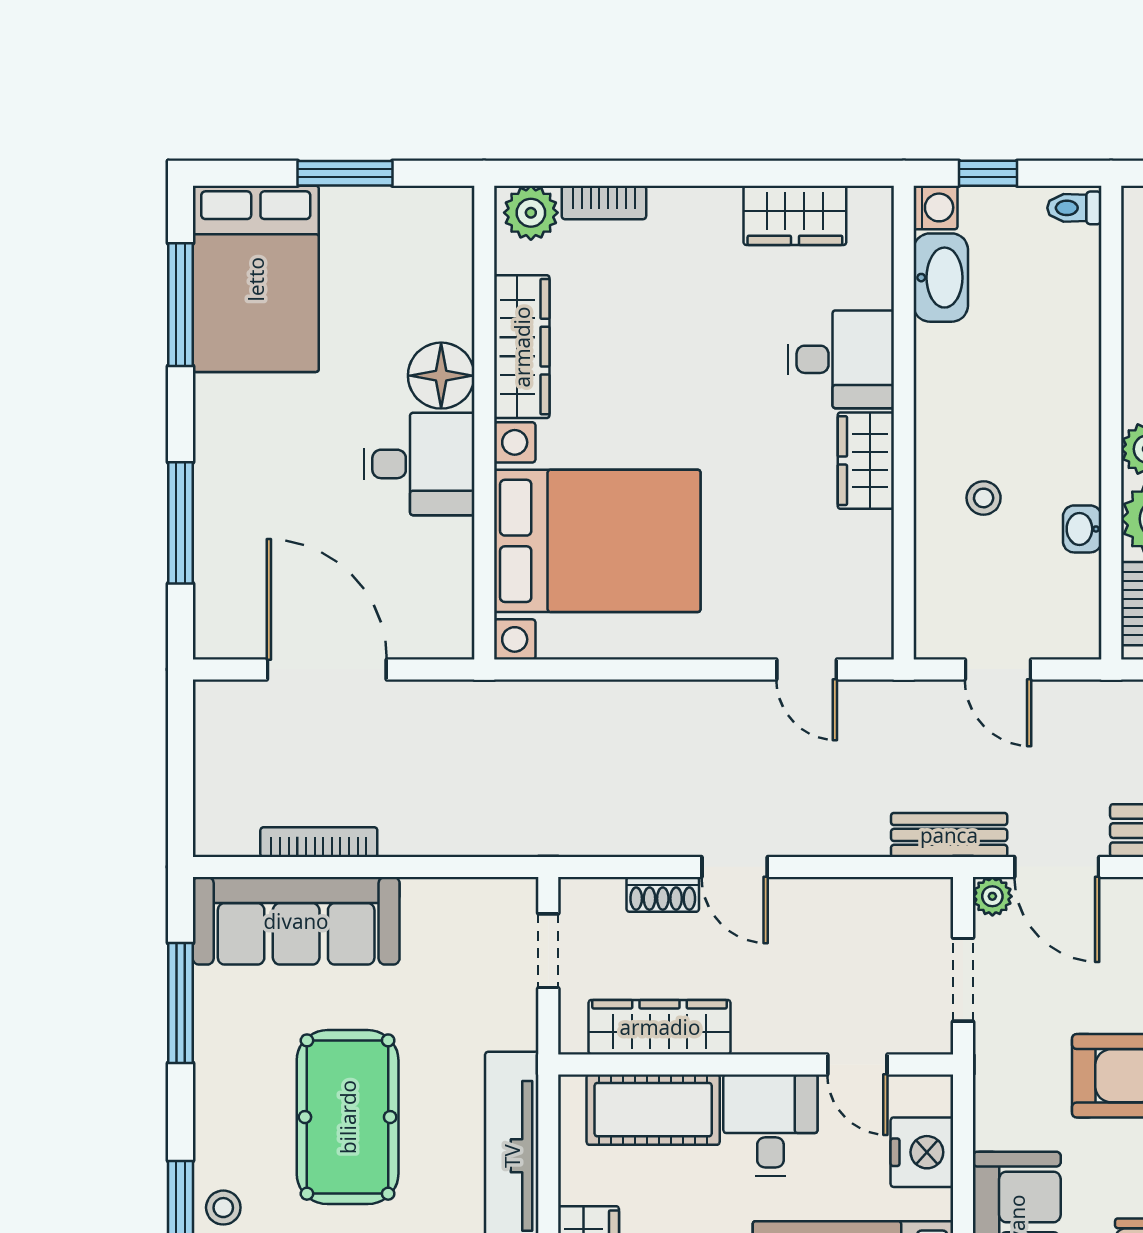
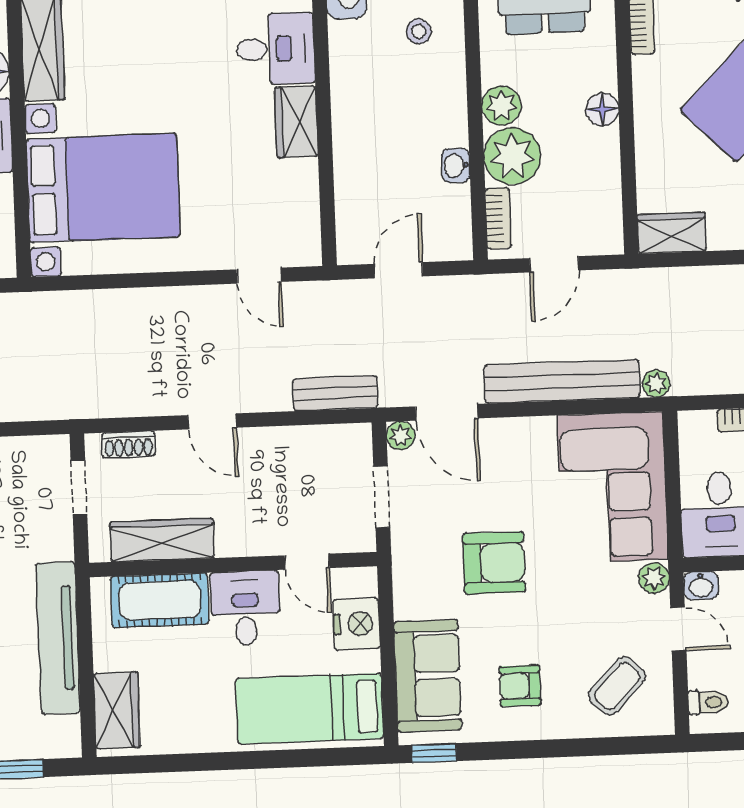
stool: (984, 498) -> (419, 31), moved
door: (998, 669) -> (398, 270), swing flipped
bench: (949, 835) -> (335, 393), moved
shoe rack: (663, 894) -> (129, 445), moved

